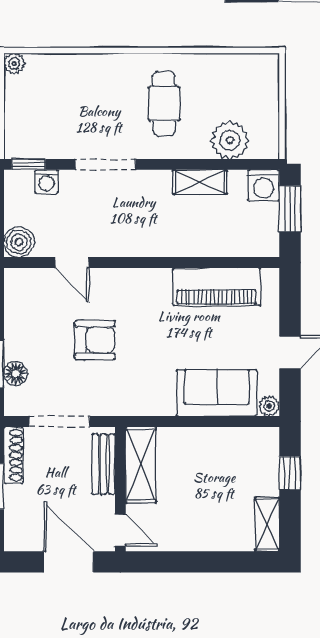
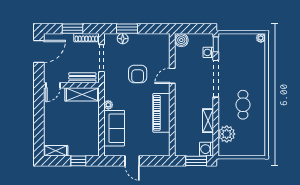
cafe table: (164, 104) -> (243, 105), turned 90
doorway: (105, 164) -> (216, 79), width x1.36
door: (72, 262) -> (172, 76), moved
piano: (217, 287) -> (161, 113), moved
plant: (269, 406) -> (108, 105), moved
door: (69, 562) -> (39, 52), moved

